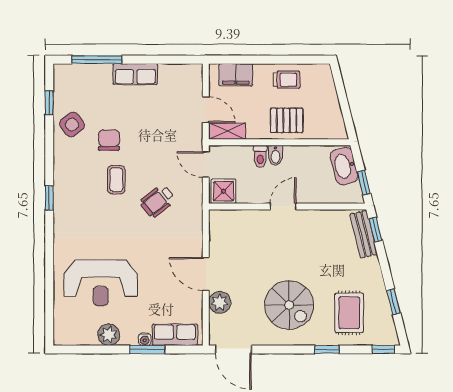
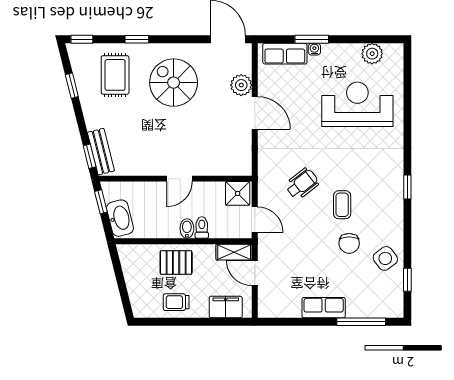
plant: (109, 335) -> (372, 54), moved

